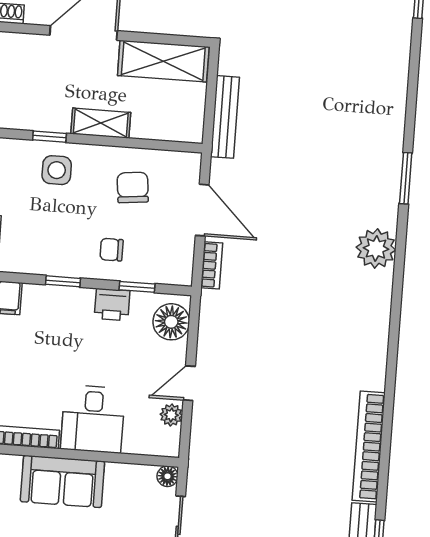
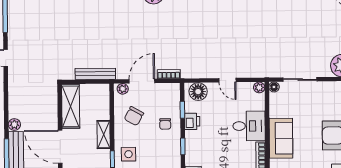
plant: (190, 170) -> (123, 89), added
chair: (133, 188) -> (134, 116), turned -55
plant: (171, 415) -> (259, 87), moved

